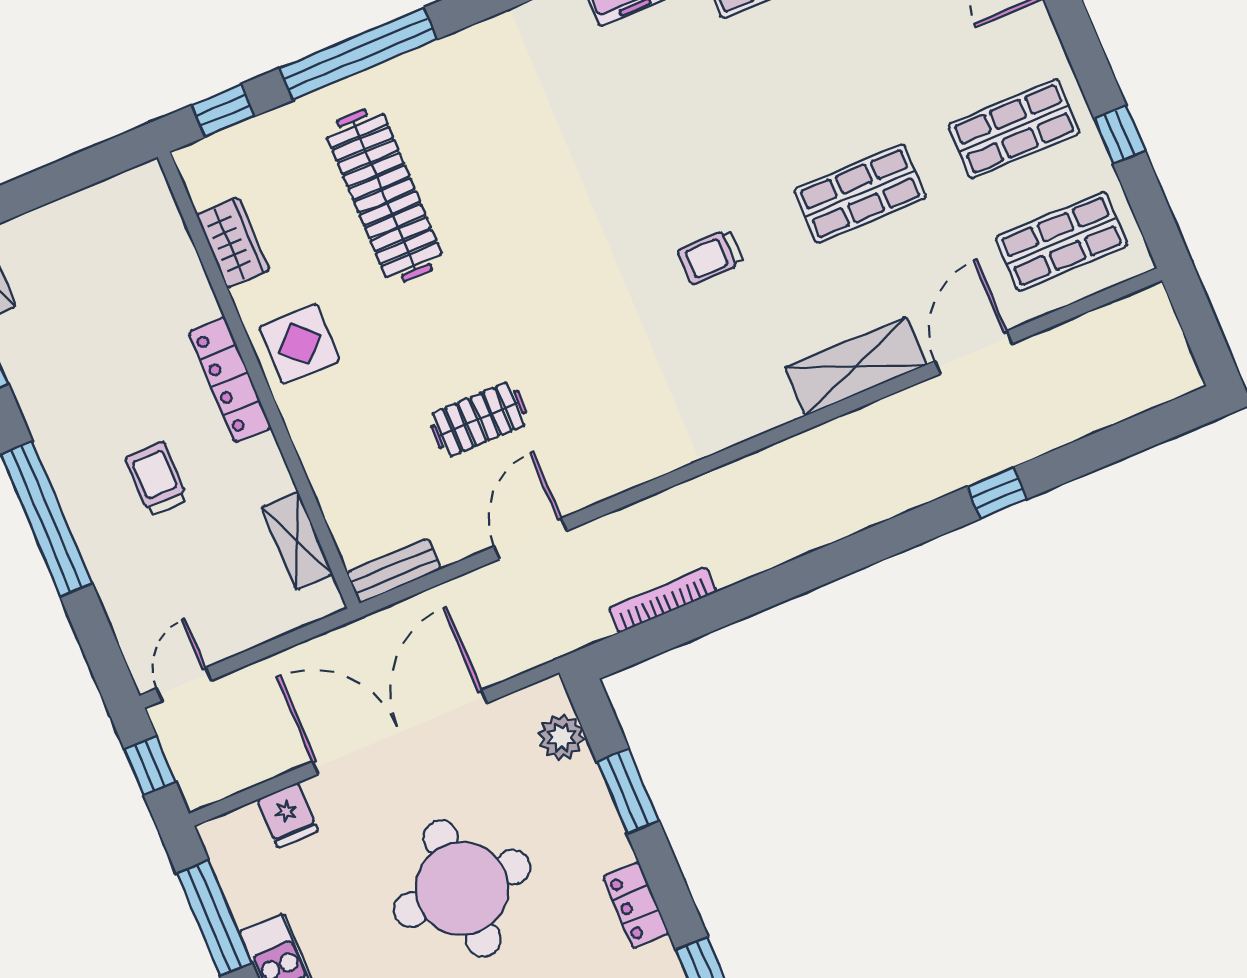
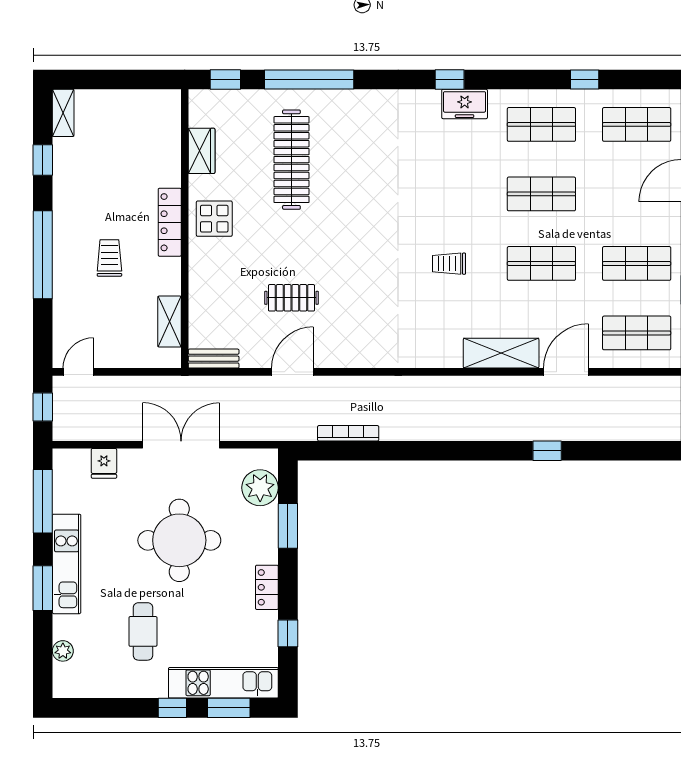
shop shelf: (813, 81) -> (541, 194), added
double door: (400, 732) -> (181, 445), width x0.73
plant: (561, 737) -> (260, 488), width x1.36, depth x1.36

